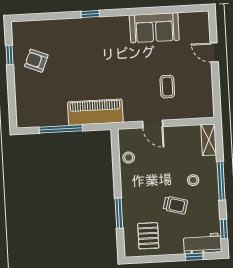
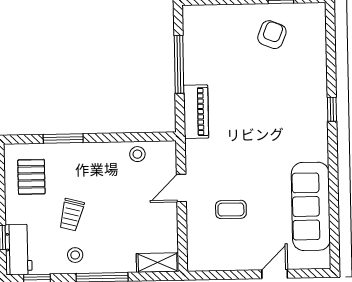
sofa: (154, 28) -> (311, 206), width x1.36
piano: (95, 112) -> (196, 112), width x0.73, depth x0.75
stool: (193, 180) -> (75, 255), moved
pallet: (148, 236) -> (31, 177), turned 90

